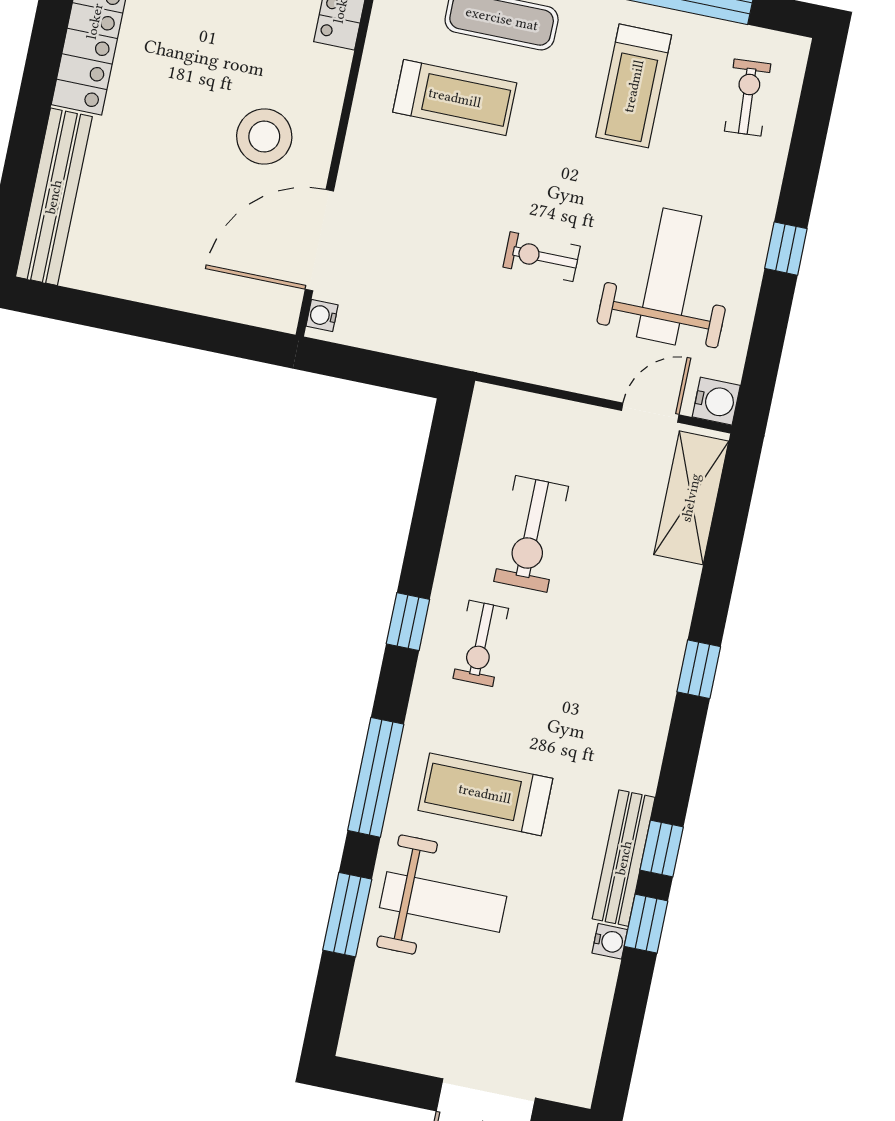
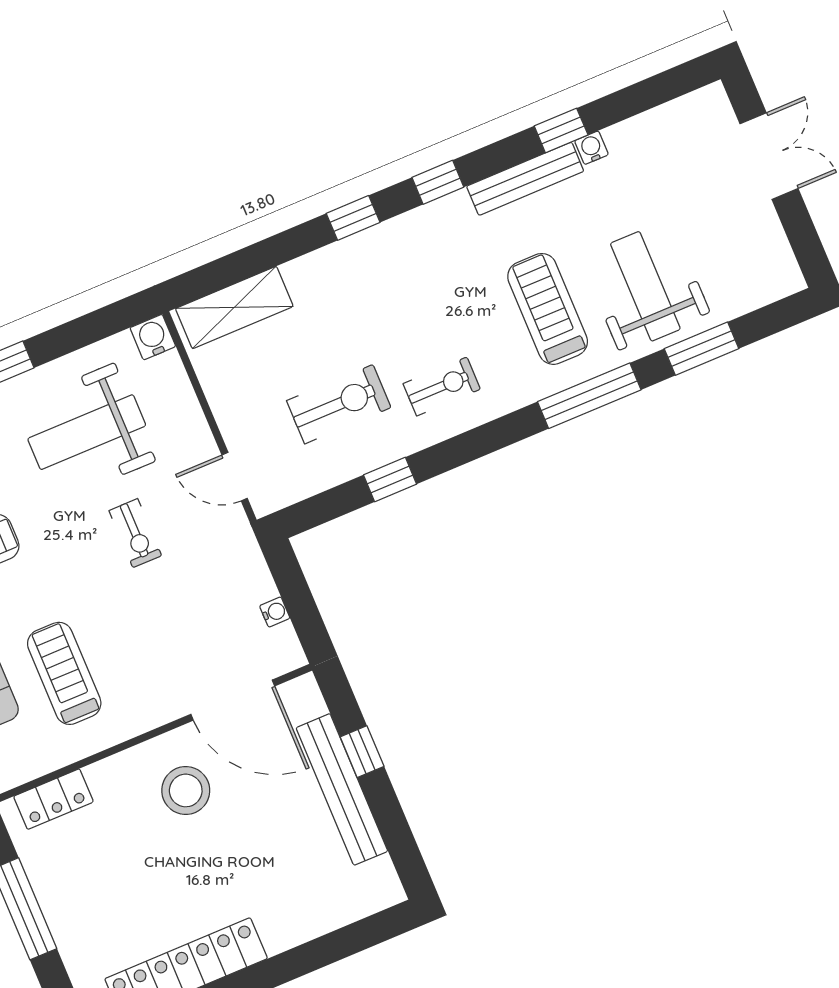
bench: (54, 197) -> (342, 789), moved, turned 90
water cooler: (322, 315) -> (275, 612), moved, turned -90
window: (186, 329) -> (362, 752), added
door: (650, 413) -> (235, 477), moved
window: (408, 622) -> (390, 480), moved
treadmill: (485, 794) -> (548, 309), turned 180
window: (662, 848) -> (438, 182), moved

